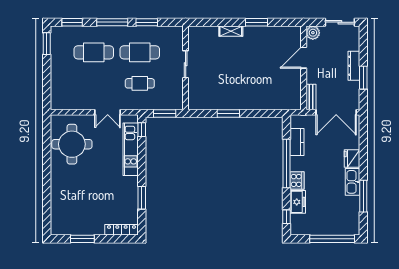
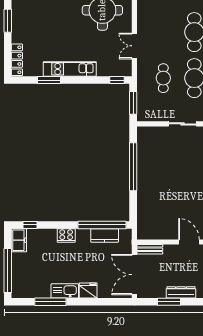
window: (228, 114) -> (133, 167), width x2.11
kitchen unit: (131, 149) -> (70, 69), moved
window: (287, 164) -> (102, 225), moved
freezer: (298, 202) -> (19, 240), moved, turned -90

